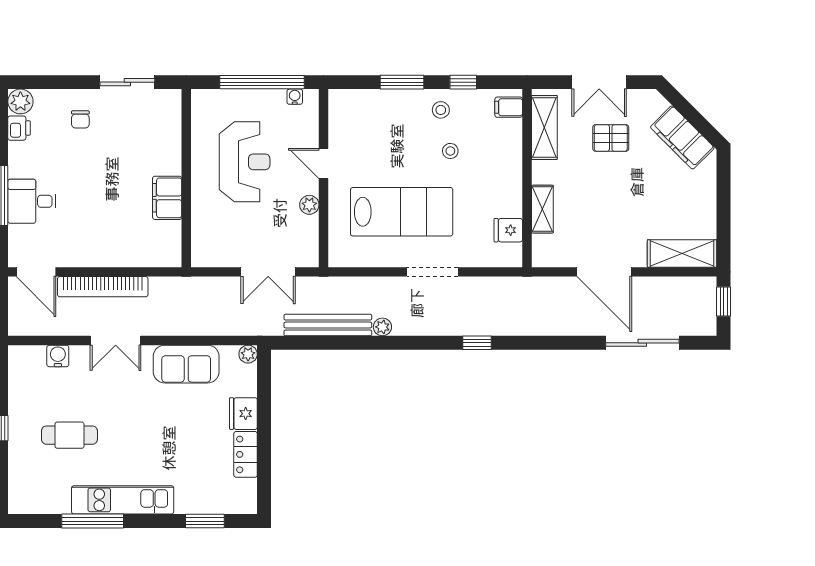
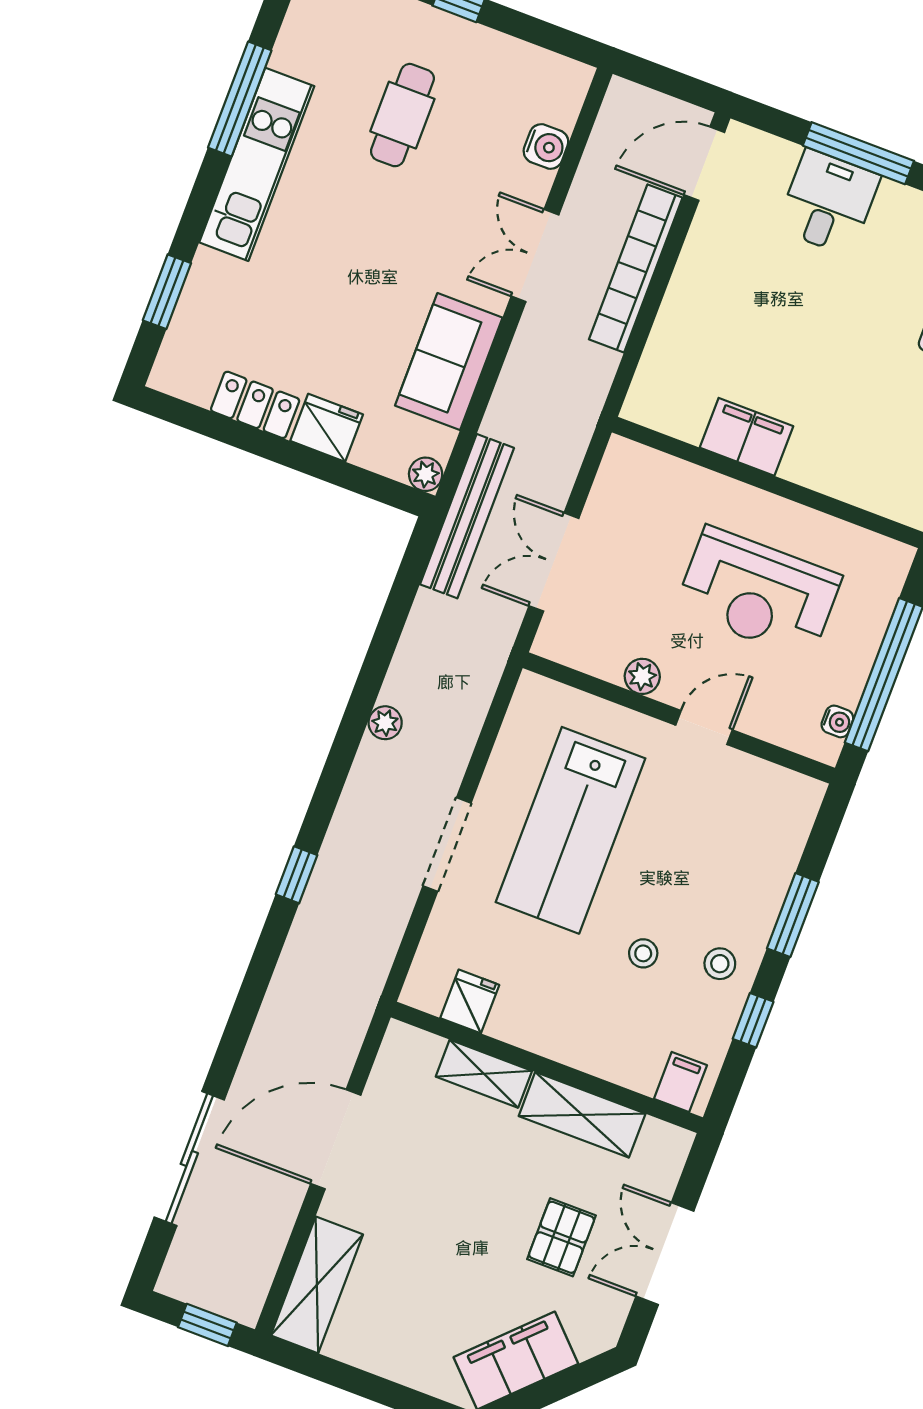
shelving: (544, 127) -> (582, 1115), moved
bench: (328, 325) -> (467, 516), moved

